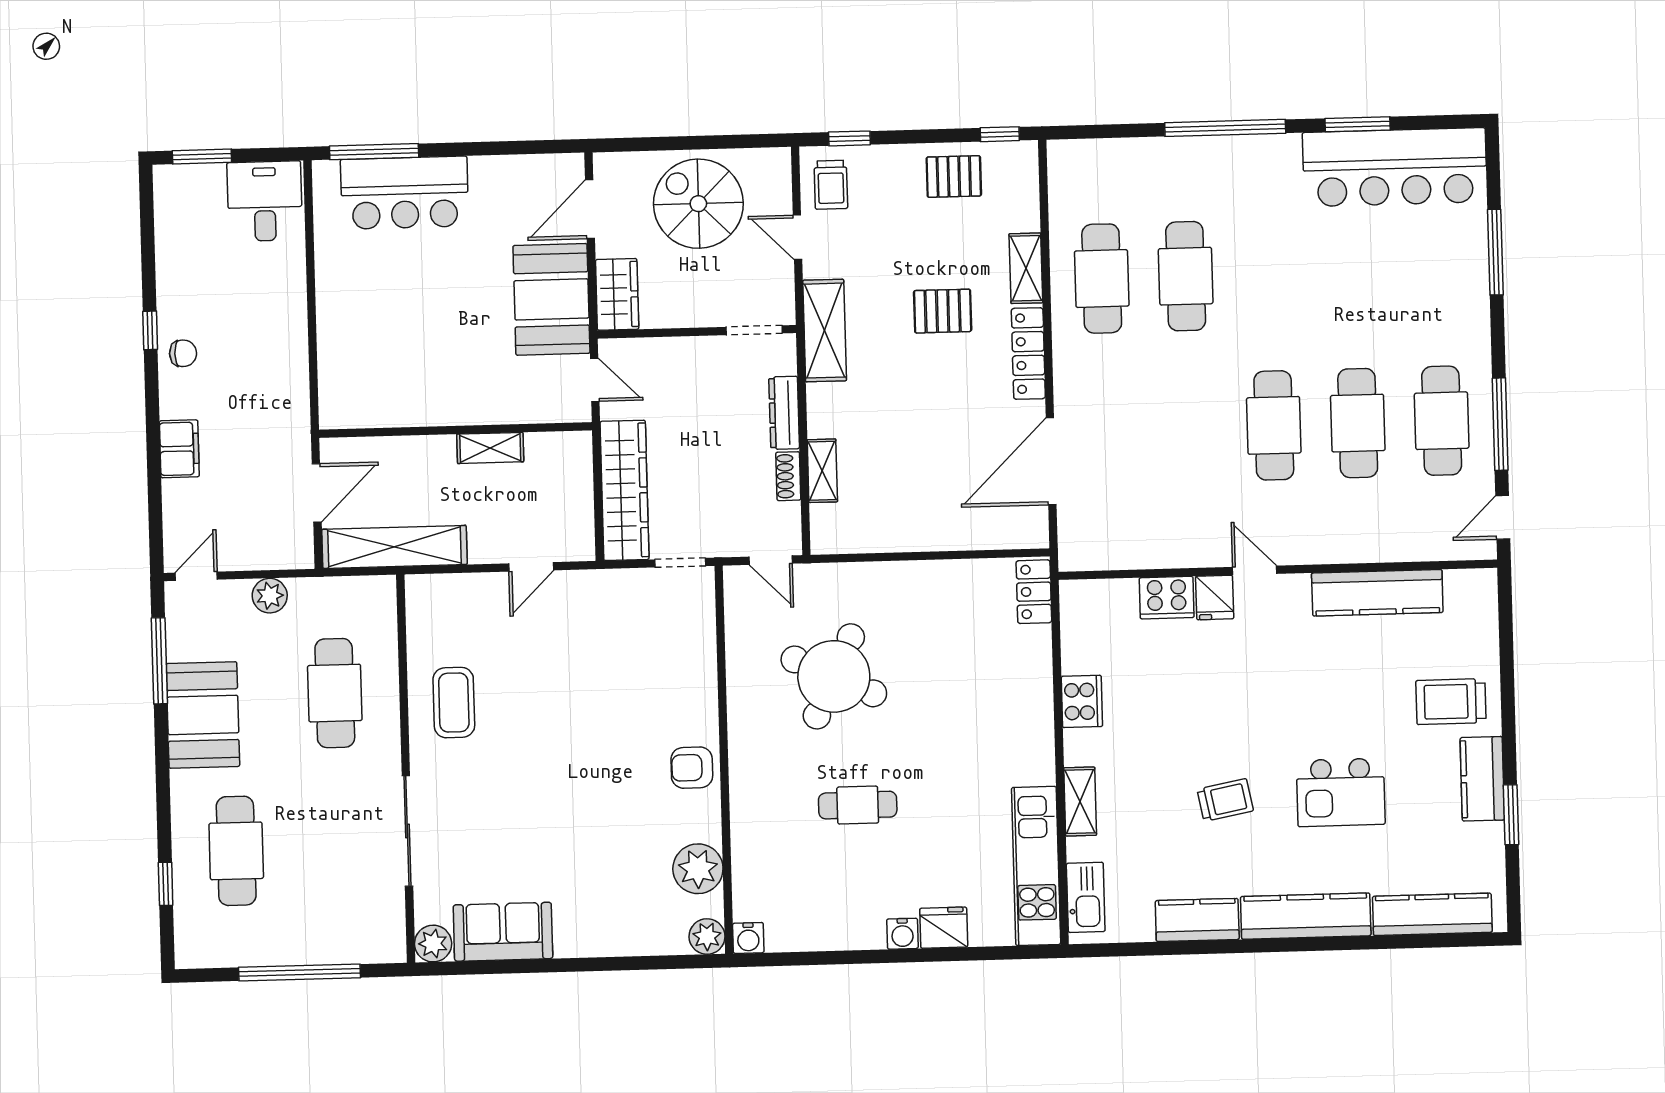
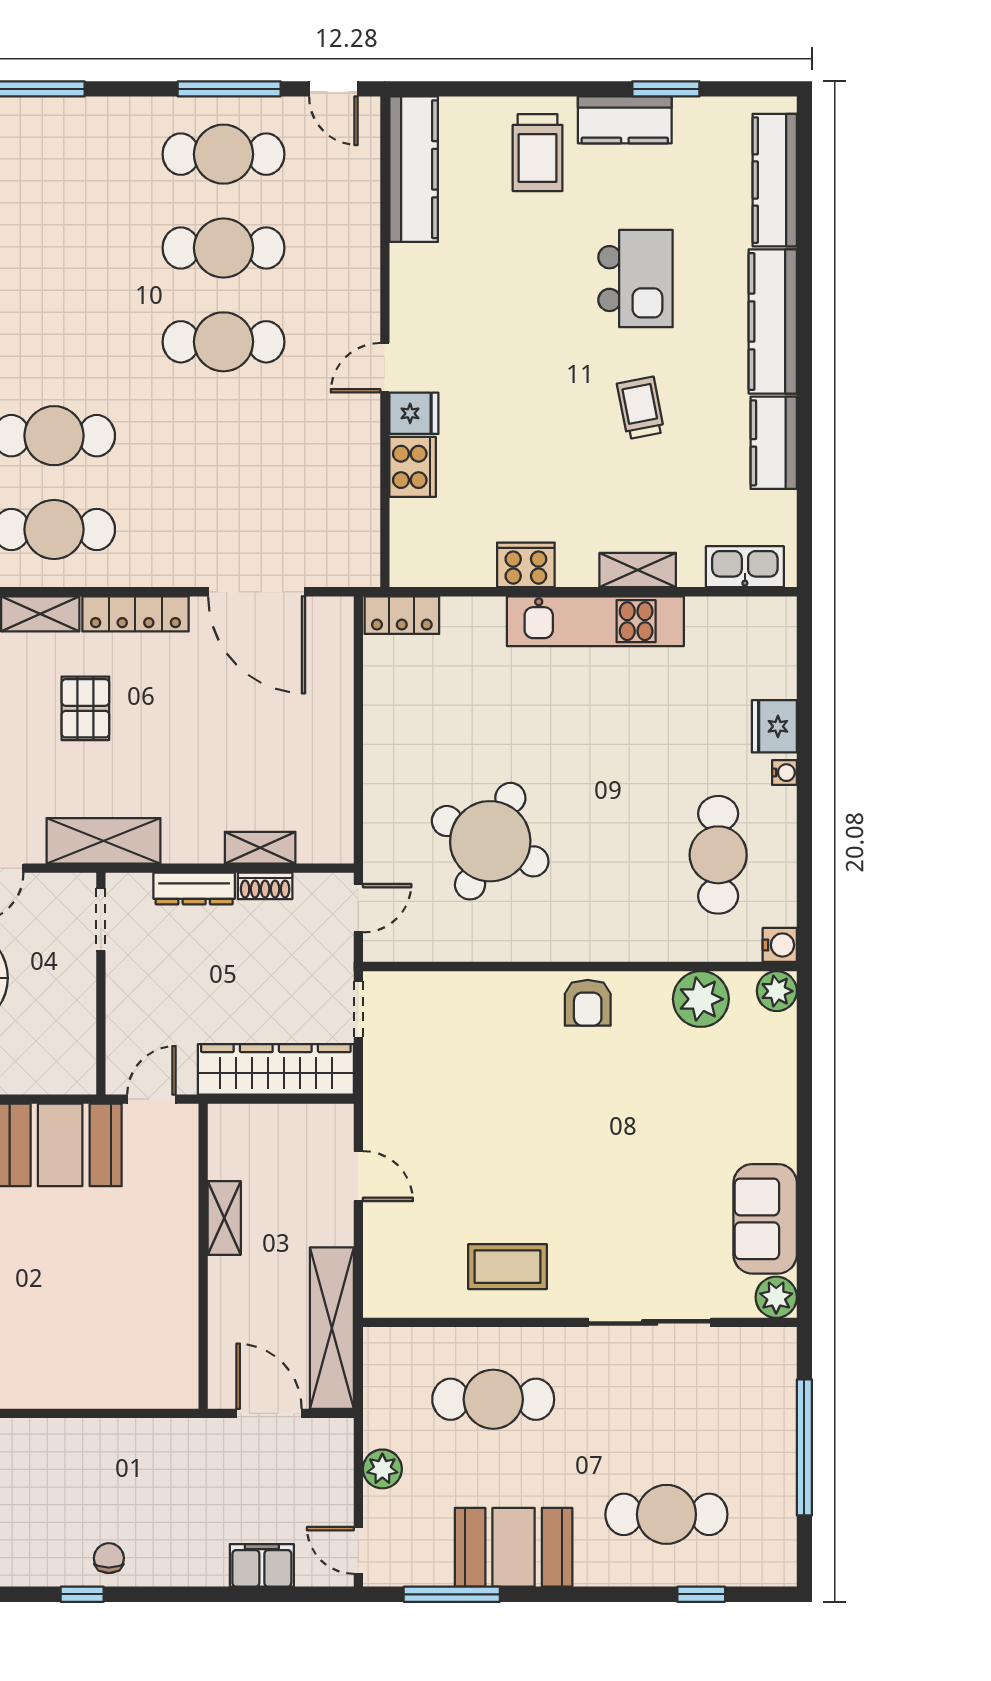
wardrobe: (617, 294) -> (57, 1071), removed
filing cabinet: (179, 449) -> (262, 1565), moved
kitchen counter: (1377, 593) -> (414, 169), moved
cafe table: (858, 805) -> (718, 855), moved, width x1.37, depth x1.35
kitchen unit: (1036, 866) -> (595, 621), moved
water cooler: (902, 934) -> (784, 773), width x0.72, depth x0.72

